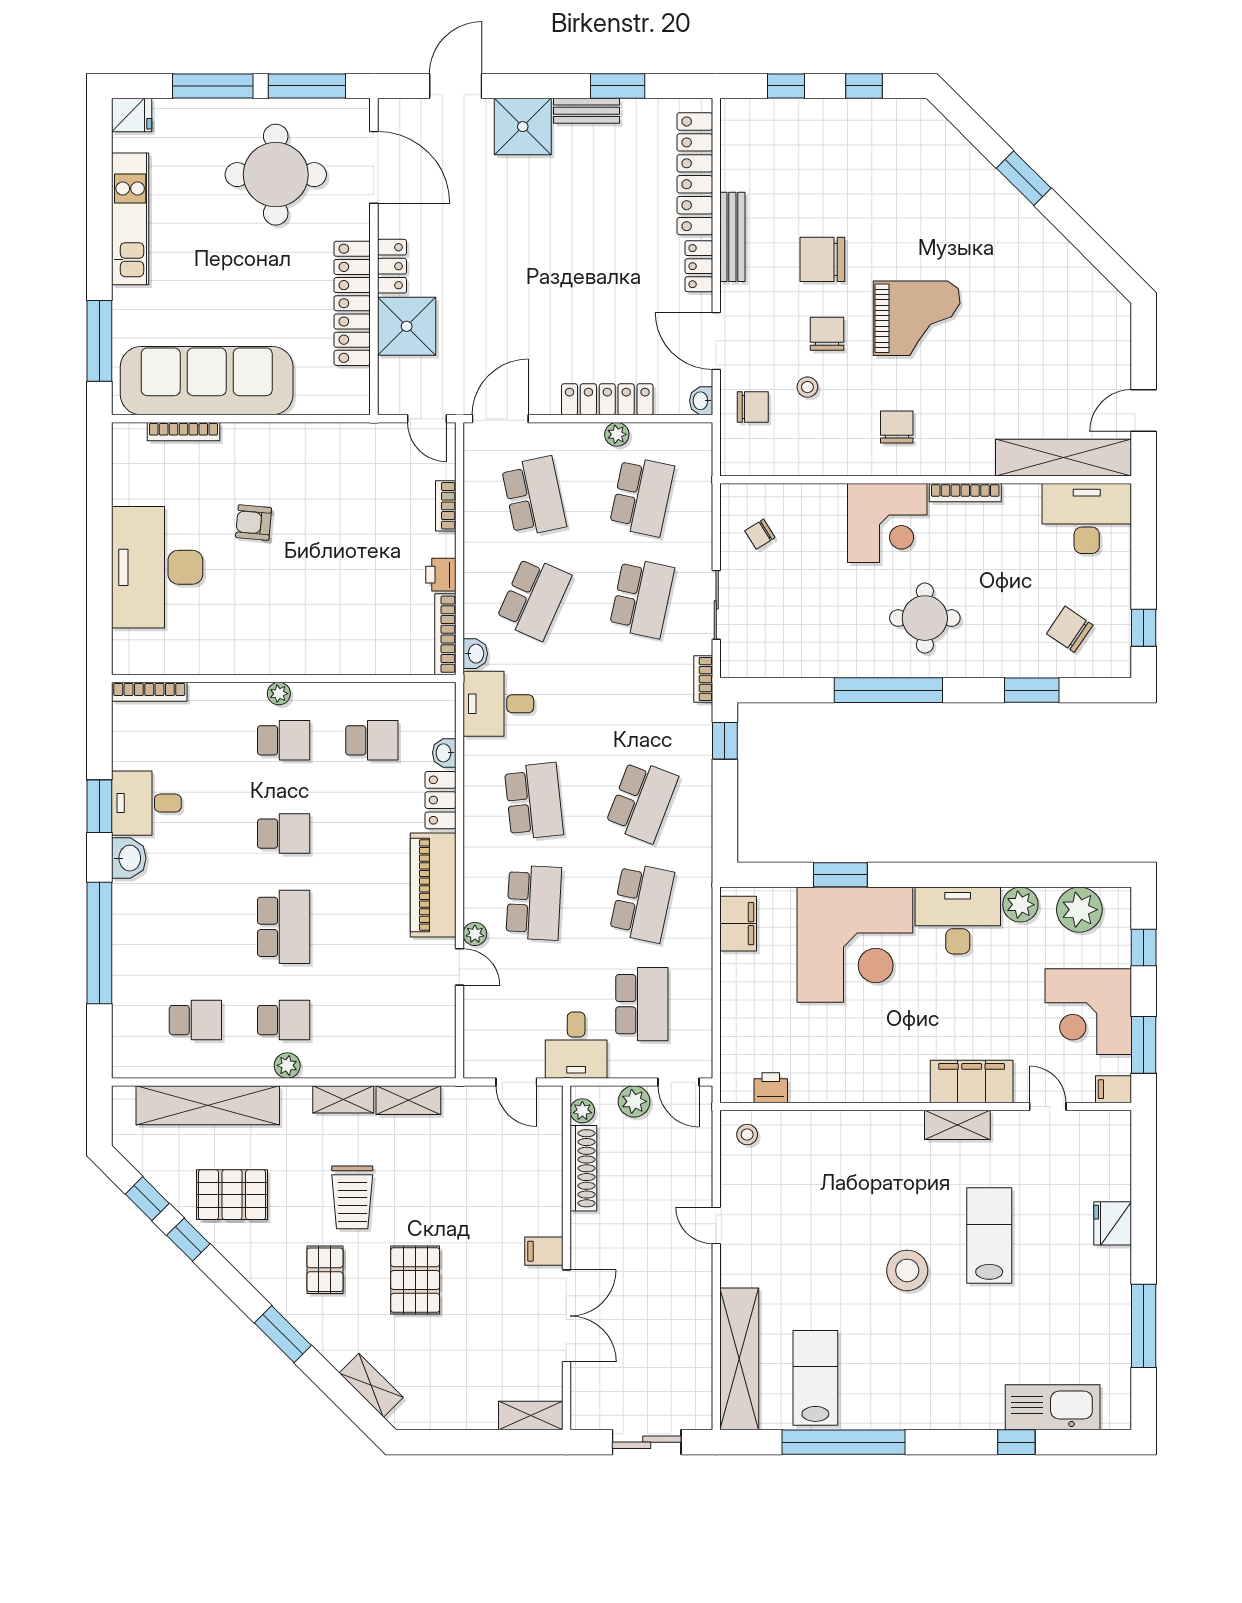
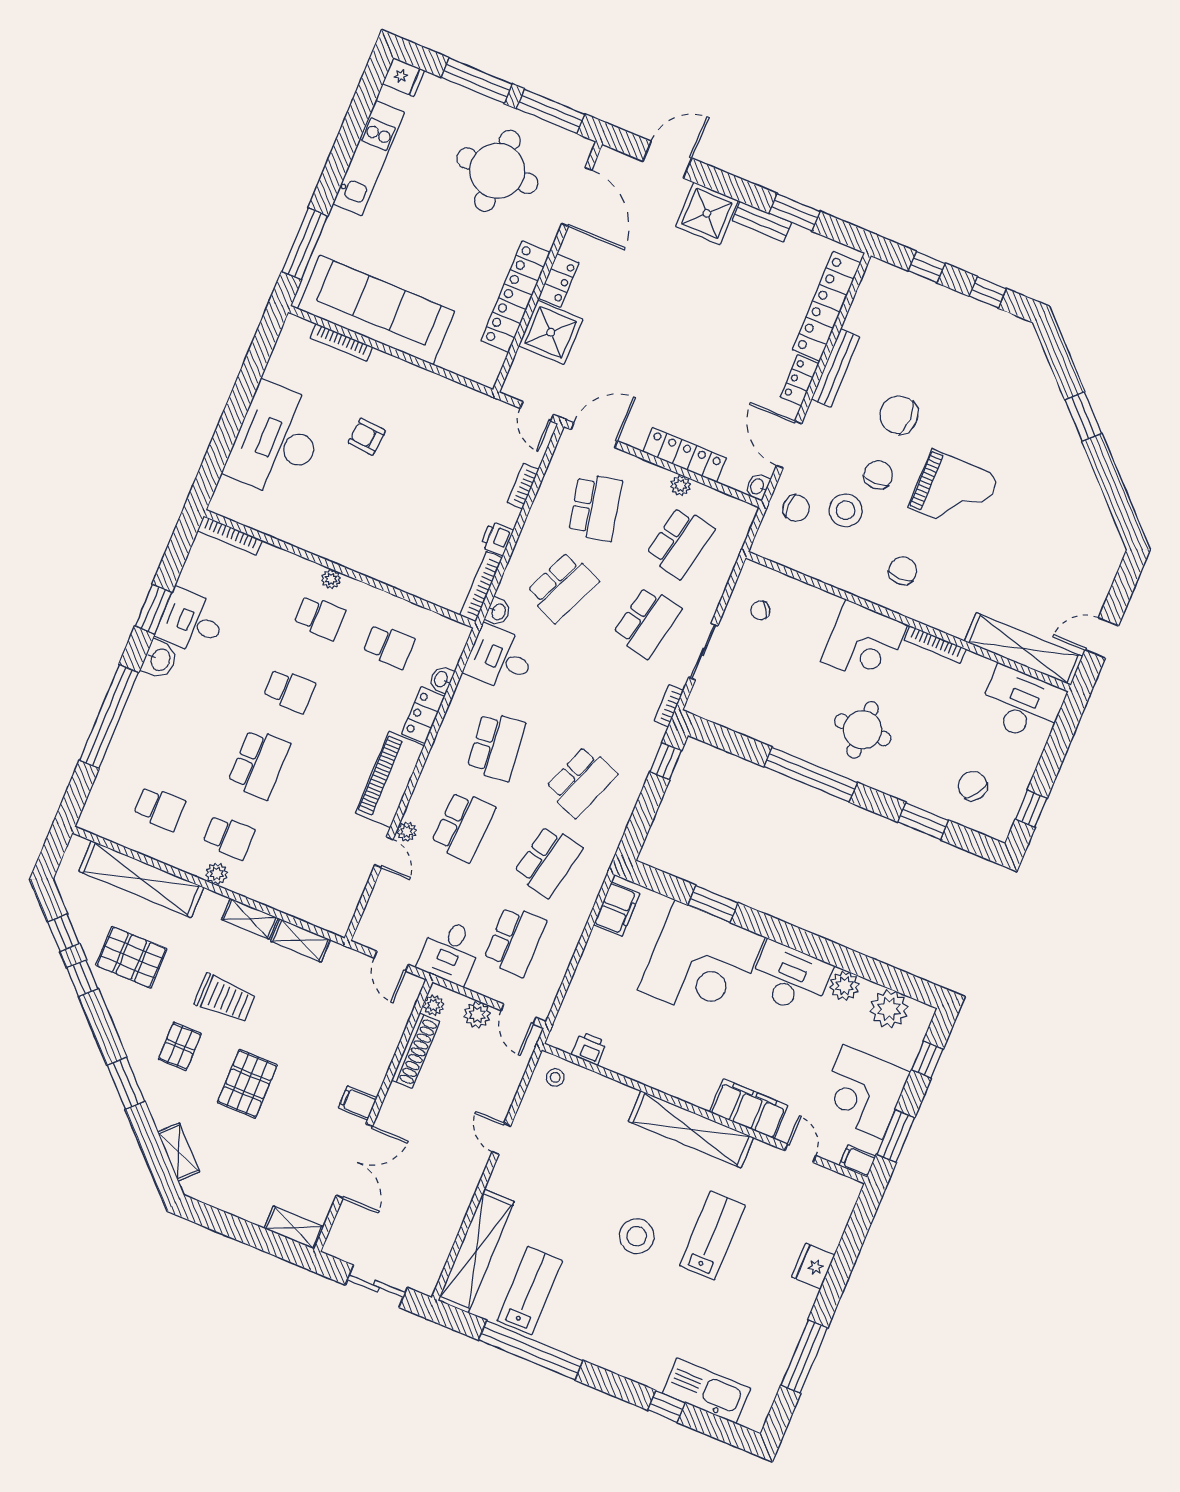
stool: (807, 387) -> (846, 510), width x1.89, depth x1.89
shelving: (957, 1125) -> (691, 1129), width x2.20, depth x1.33
trolley: (352, 1197) -> (225, 998), turned -90

